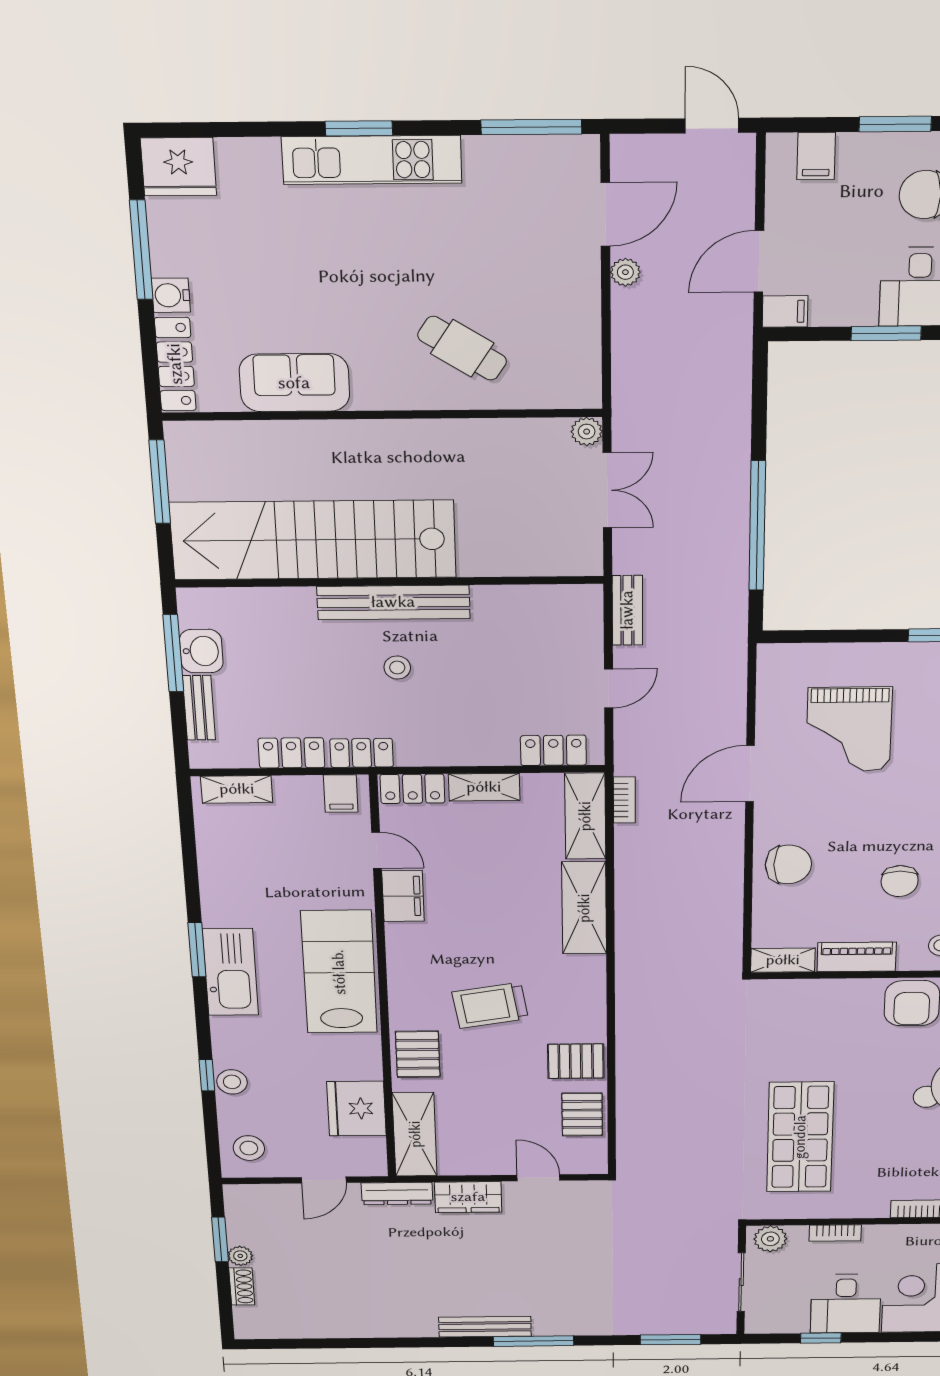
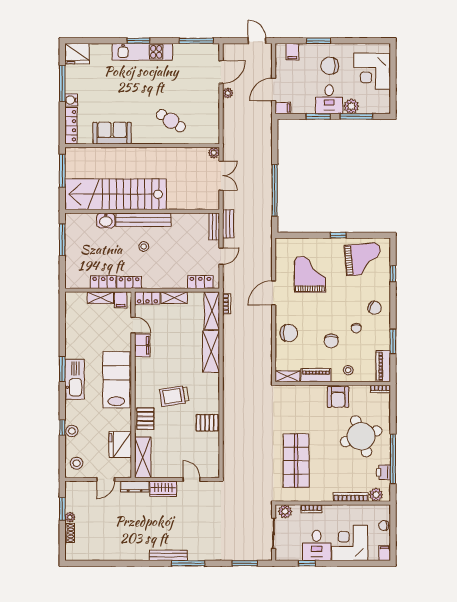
washbasin: (201, 651) -> (106, 221), moved, turned 90
bench: (199, 708) -> (214, 227), moved
grand piano: (849, 729) -> (310, 274), turned 180
shelving: (237, 789) -> (100, 298), moved
pallet: (582, 1114) -> (209, 448), removed

